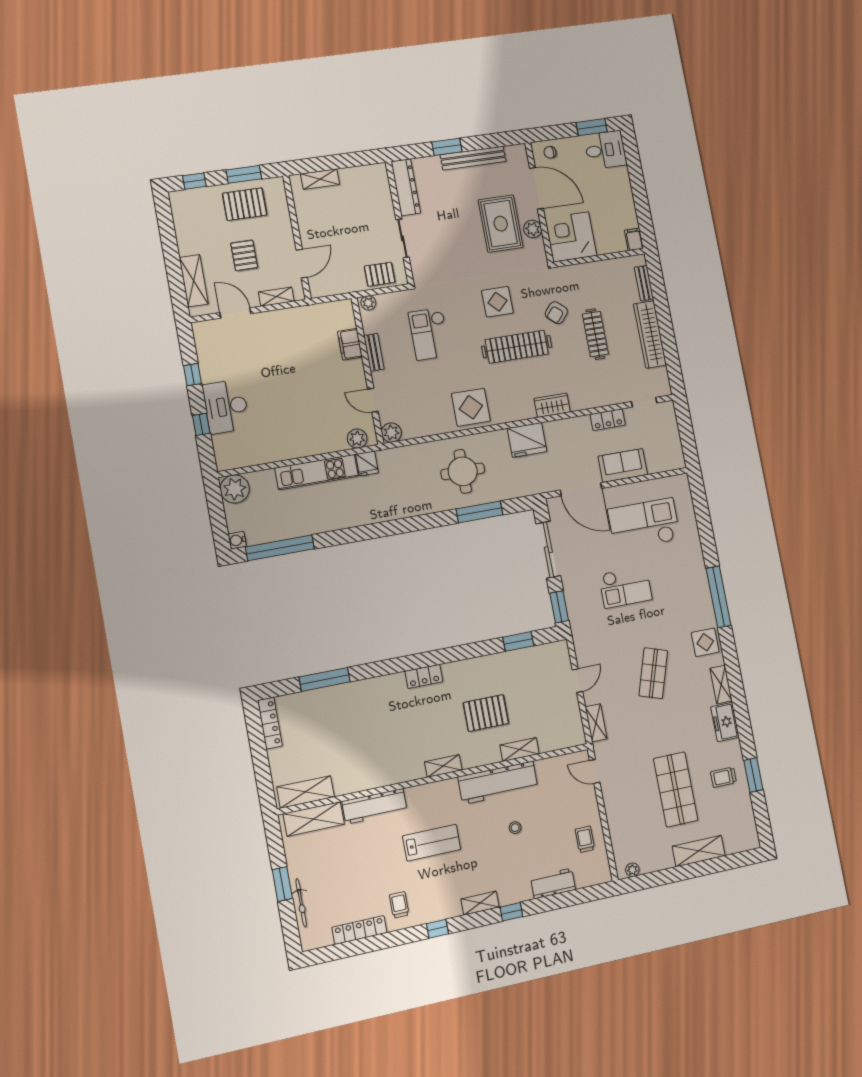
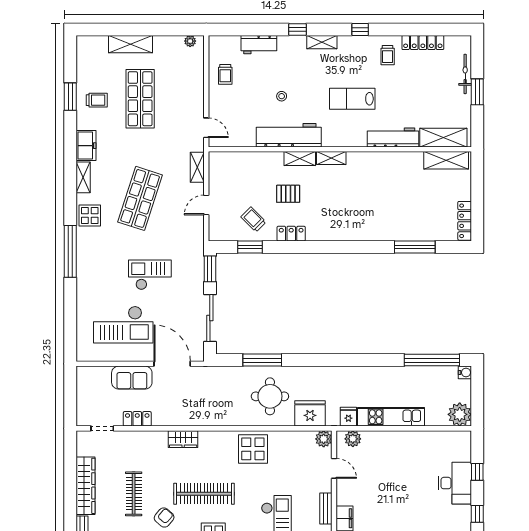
fridge: (527, 440) -> (310, 413), moved
shop shelf: (653, 673) -> (140, 198), width x1.43, depth x1.36
trolley: (520, 675) -> (253, 219), added
locker: (424, 676) -> (291, 234), moved
pallet: (486, 713) -> (288, 194), width x0.67, depth x0.71
shelving: (520, 749) -> (300, 159), moved

